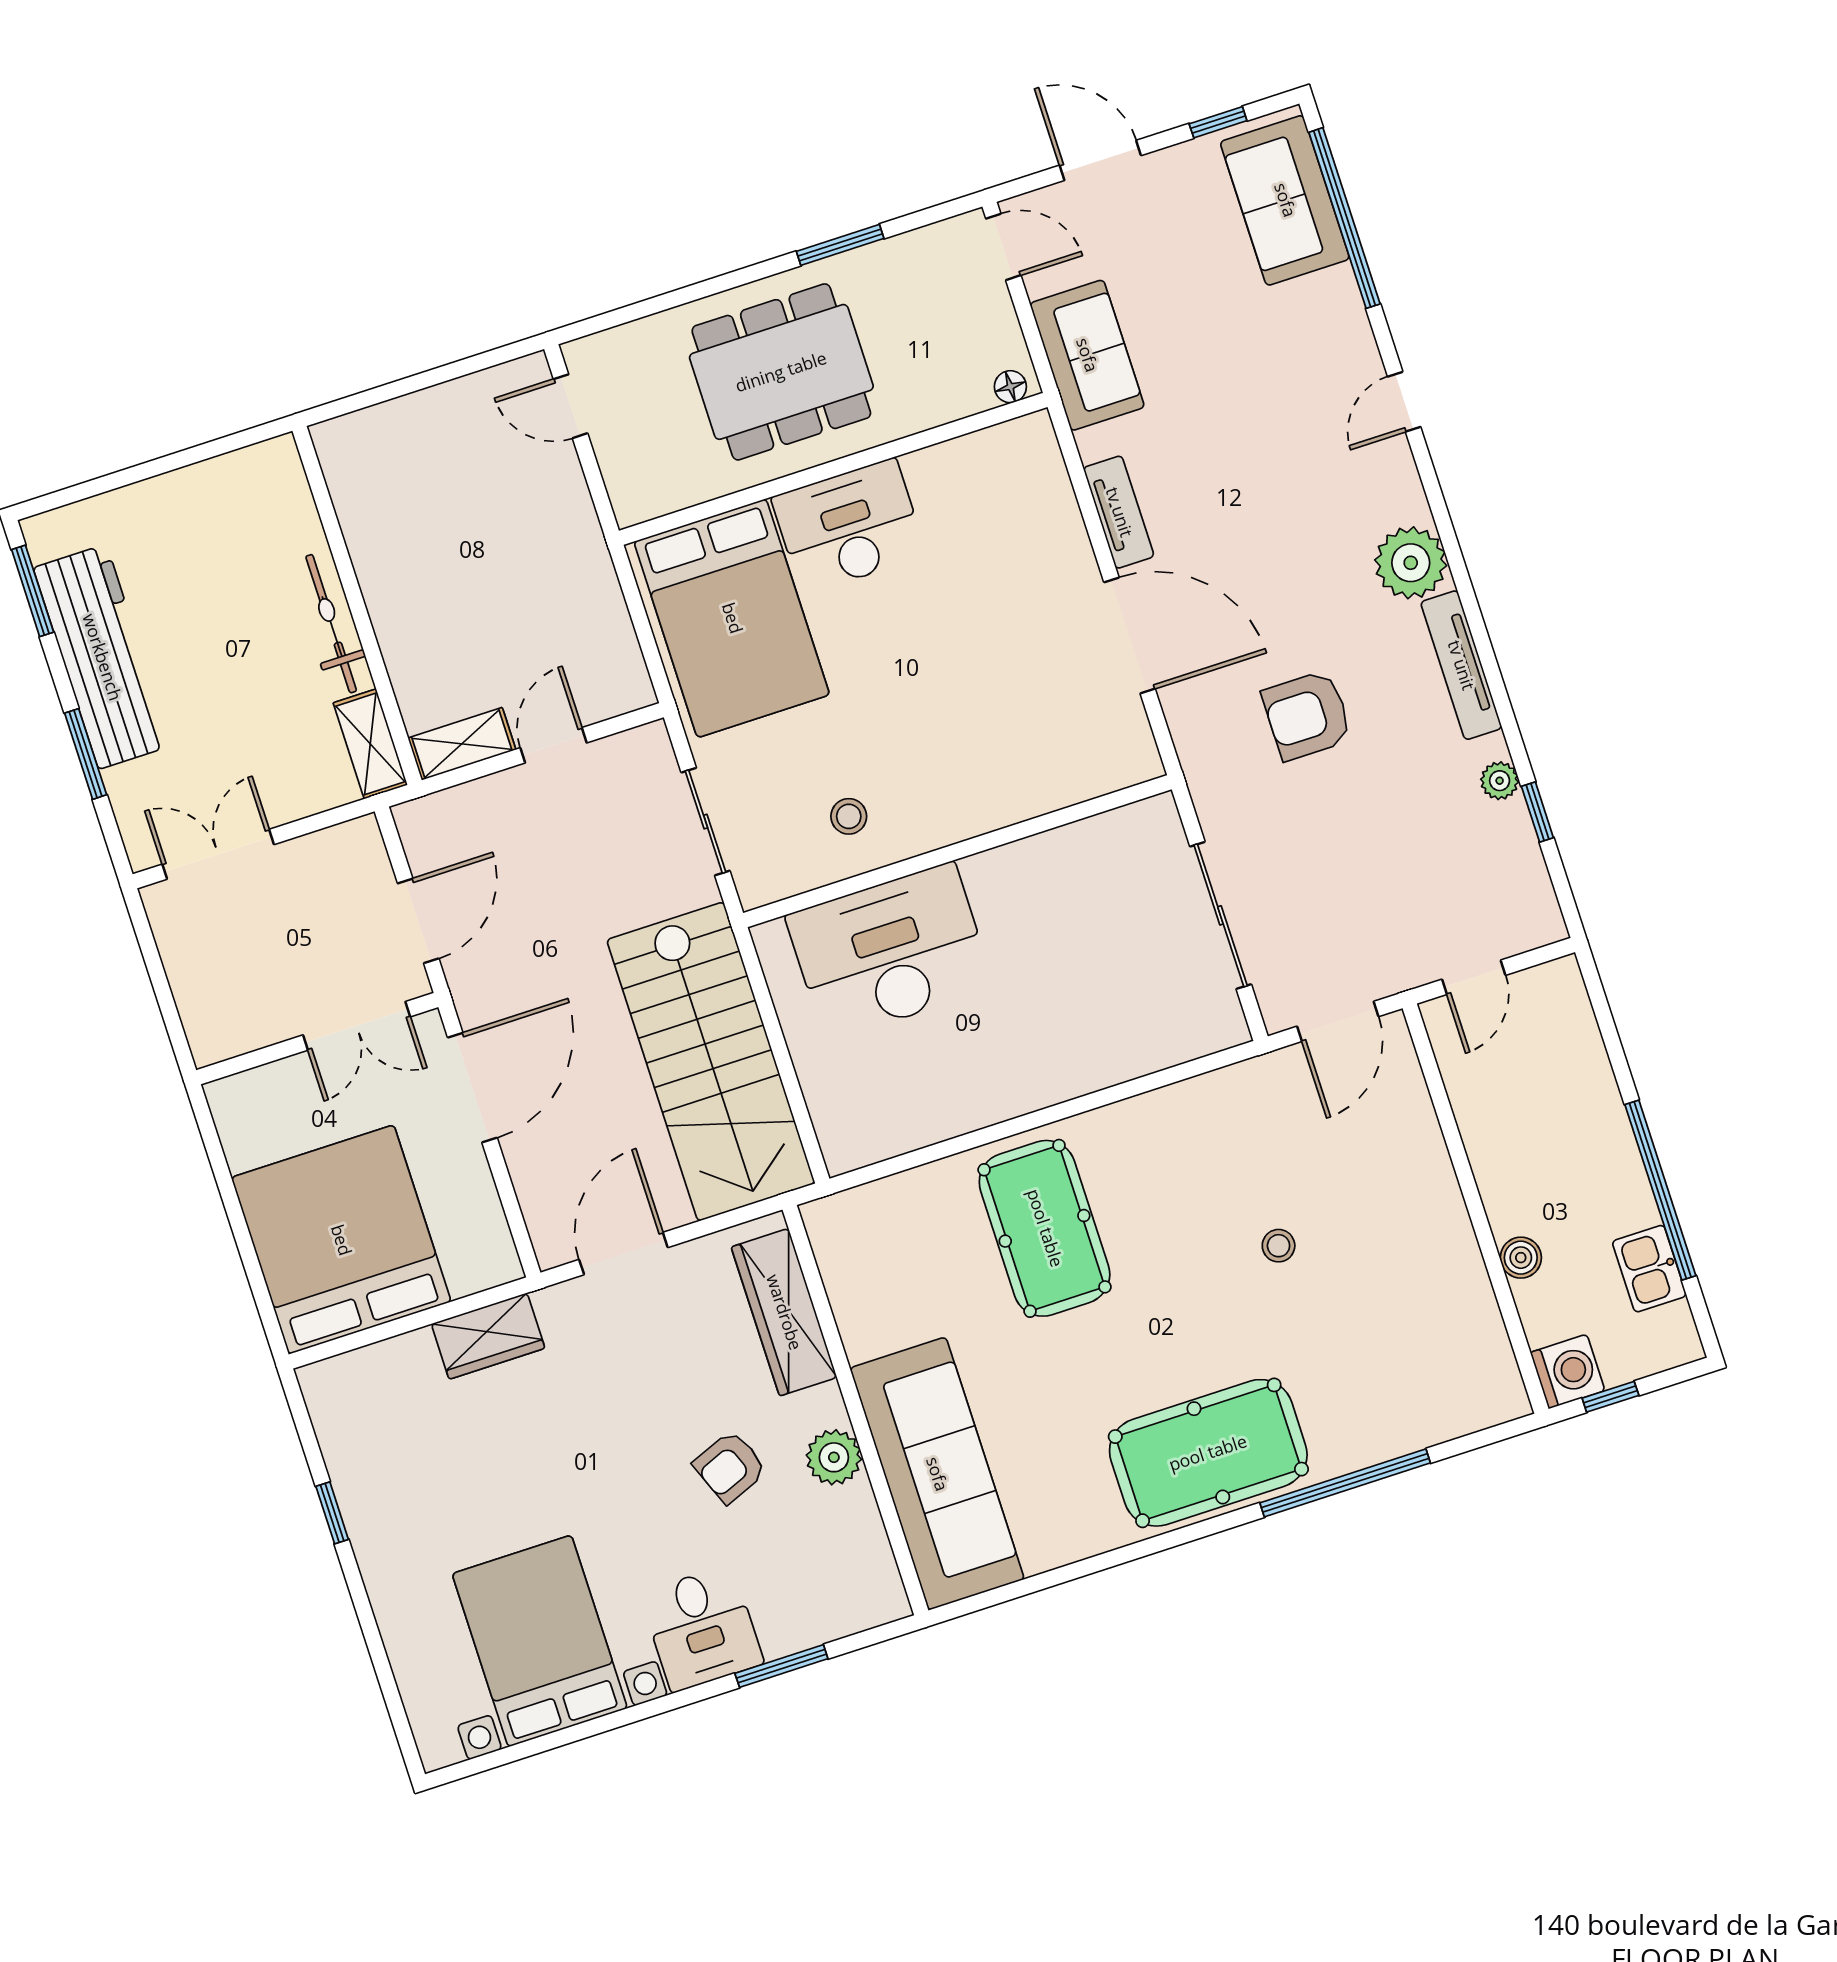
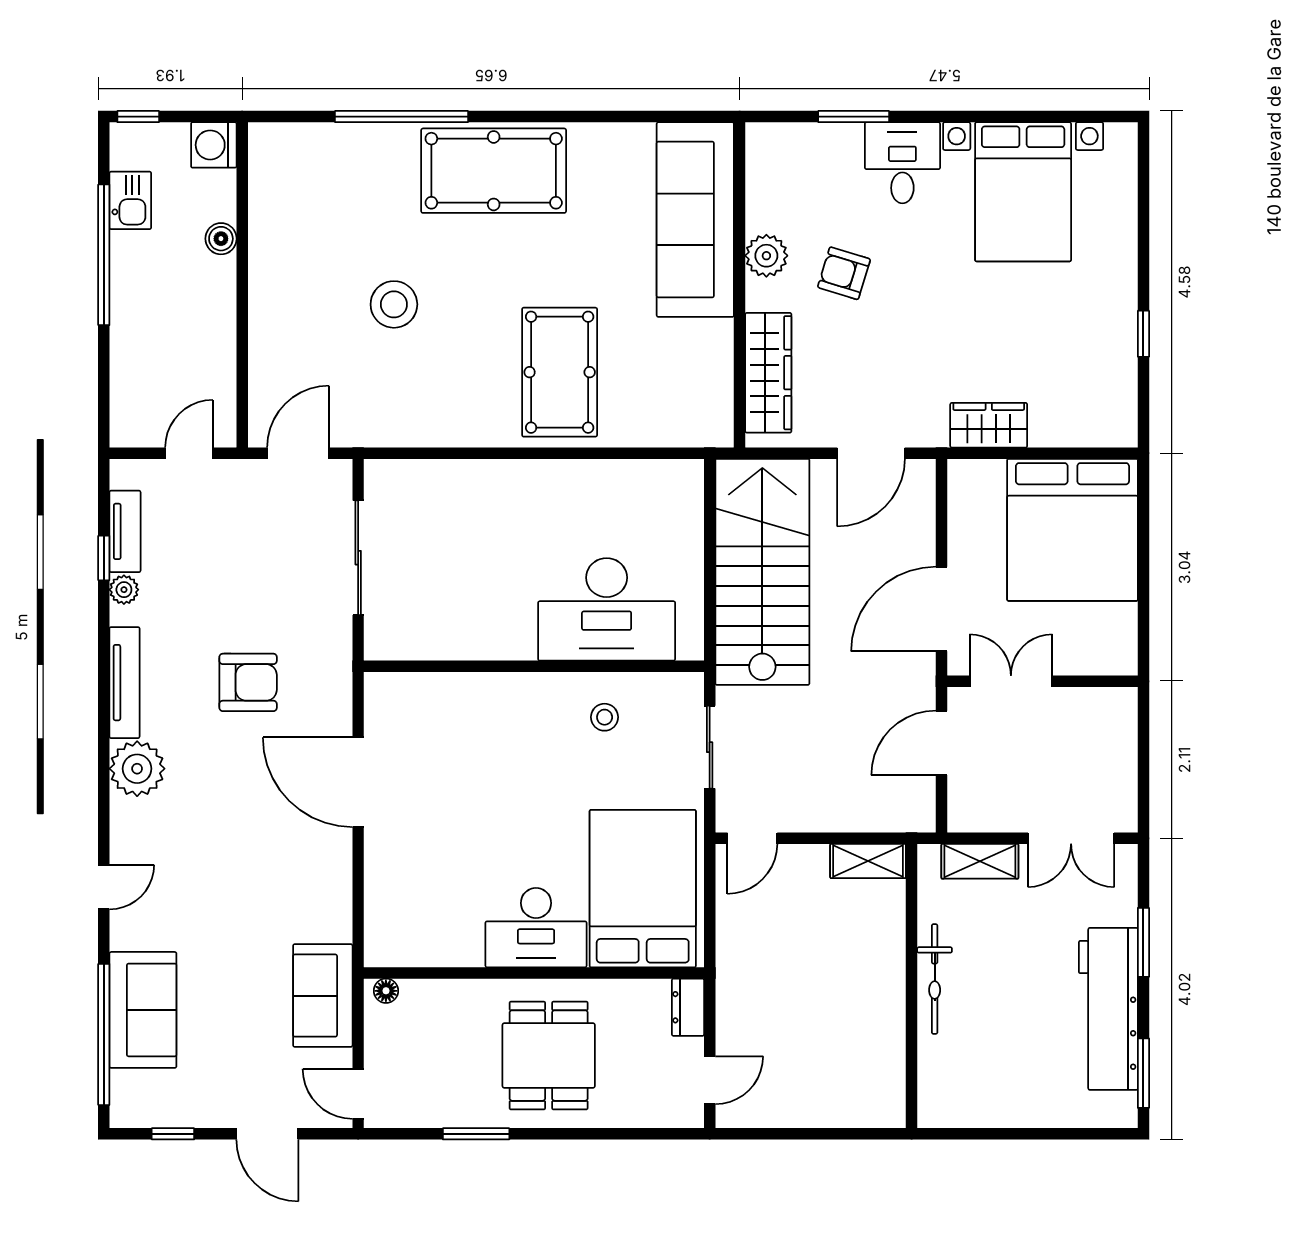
sofa: (1285, 200) -> (143, 1010), moved
dining table: (781, 372) -> (549, 1056), width x0.73
door: (571, 406) -> (710, 1080), hinge flipped
dresser: (627, 489) -> (688, 1007), added
tv unit: (1119, 512) -> (125, 531), moved, turned 180
shelving: (370, 744) -> (980, 861), moved, turned 90
door: (553, 745) -> (752, 838), moved
stool: (1279, 1246) -> (394, 304), width x1.89, depth x1.89
window: (1610, 1397) -> (138, 117), moved
armchair: (730, 1467) -> (844, 273), turned -141

